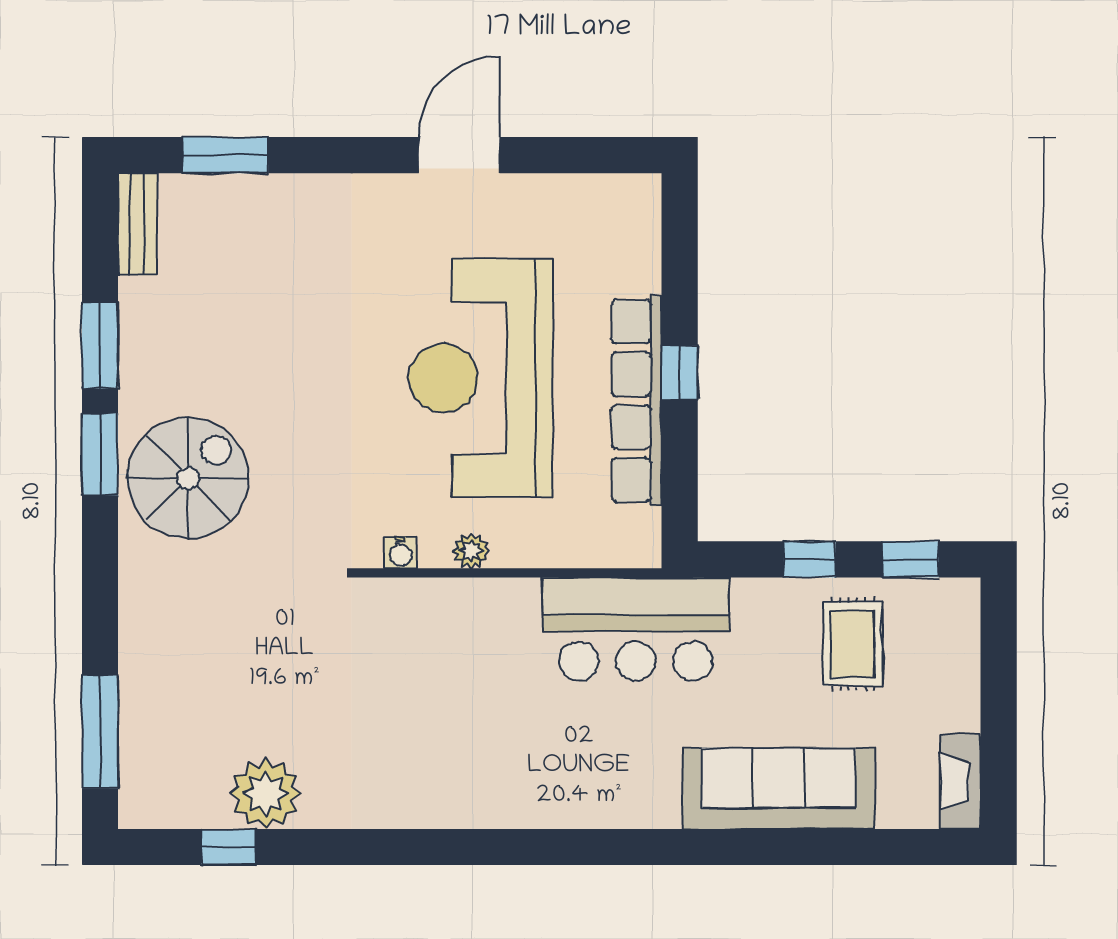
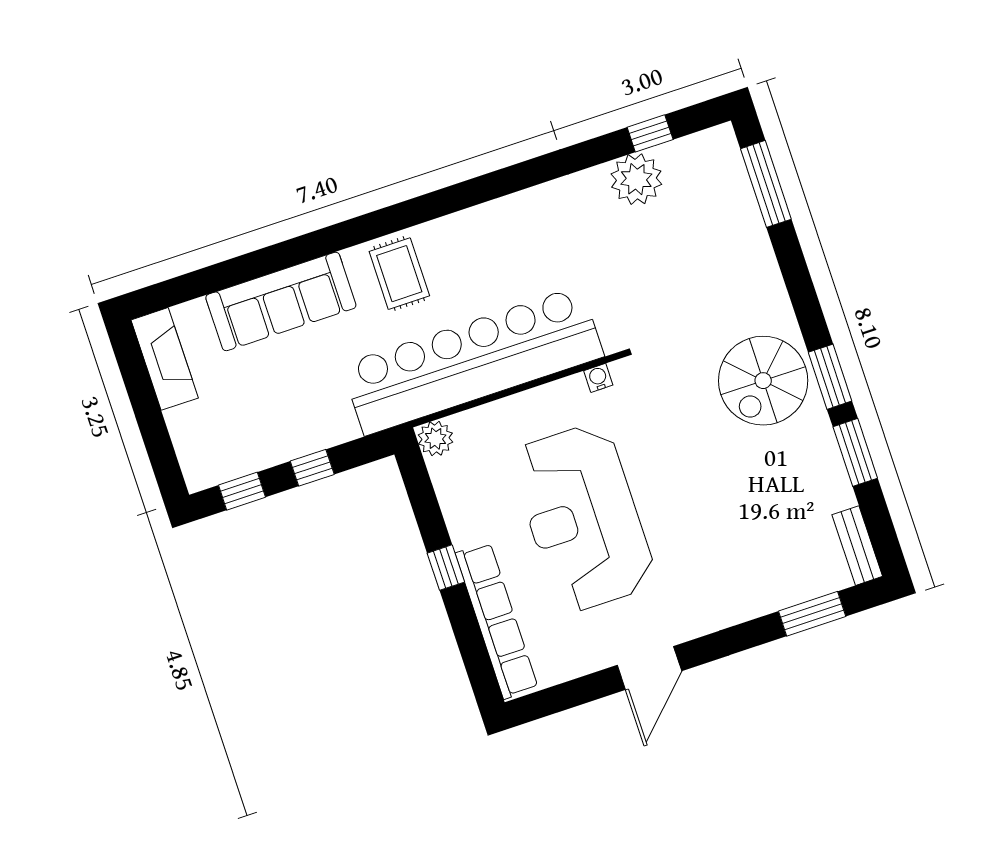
reception desk: (481, 378) -> (583, 518), turned 180
row of seats: (637, 401) -> (497, 621), moved
plant: (471, 551) -> (435, 439), moved, width x1.38, depth x1.38
bar counter: (636, 629) -> (473, 361), width x1.86
rug: (853, 644) -> (399, 274), moved
fireplace: (960, 781) -> (165, 359), width x1.37, depth x1.32

